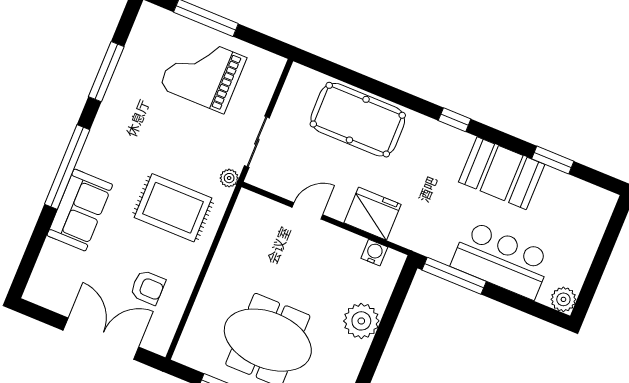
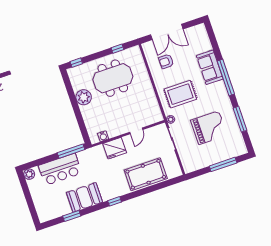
grand piano: (203, 73) -> (209, 128), moved
plant: (361, 321) -> (84, 97), moved

